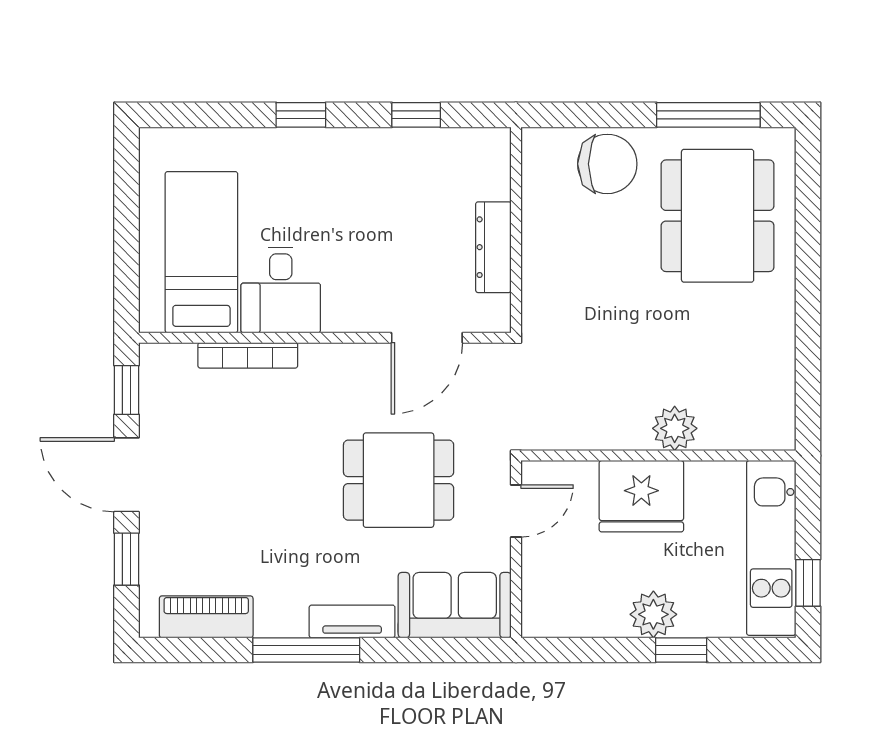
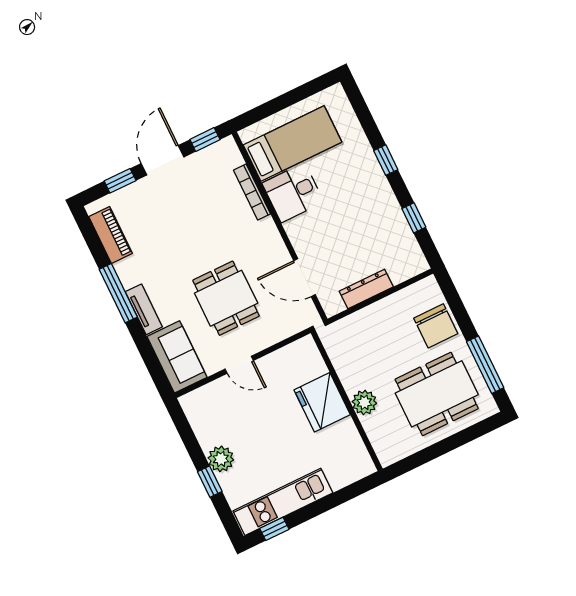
plant: (675, 428) -> (364, 402), moved
wall: (658, 456) -> (347, 401), moved
fridge: (641, 496) -> (322, 402), moved

